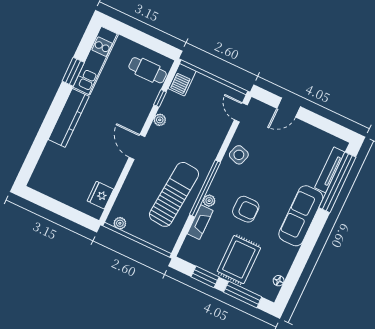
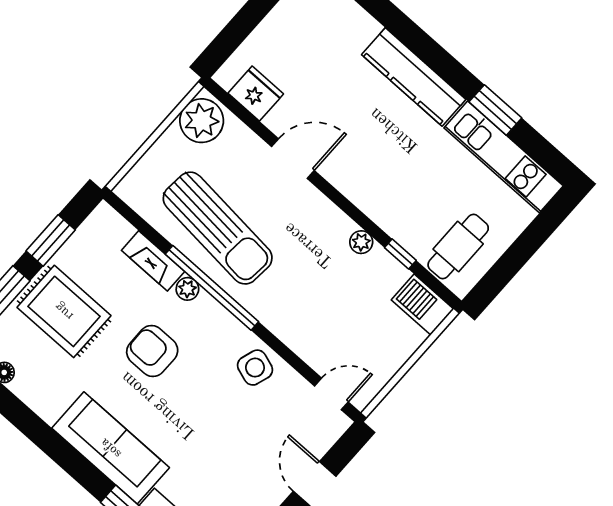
door: (137, 147) -> (293, 159), moved
armchair: (246, 209) -> (152, 351), turned 90
plant: (120, 223) -> (202, 121), width x1.88, depth x1.88

